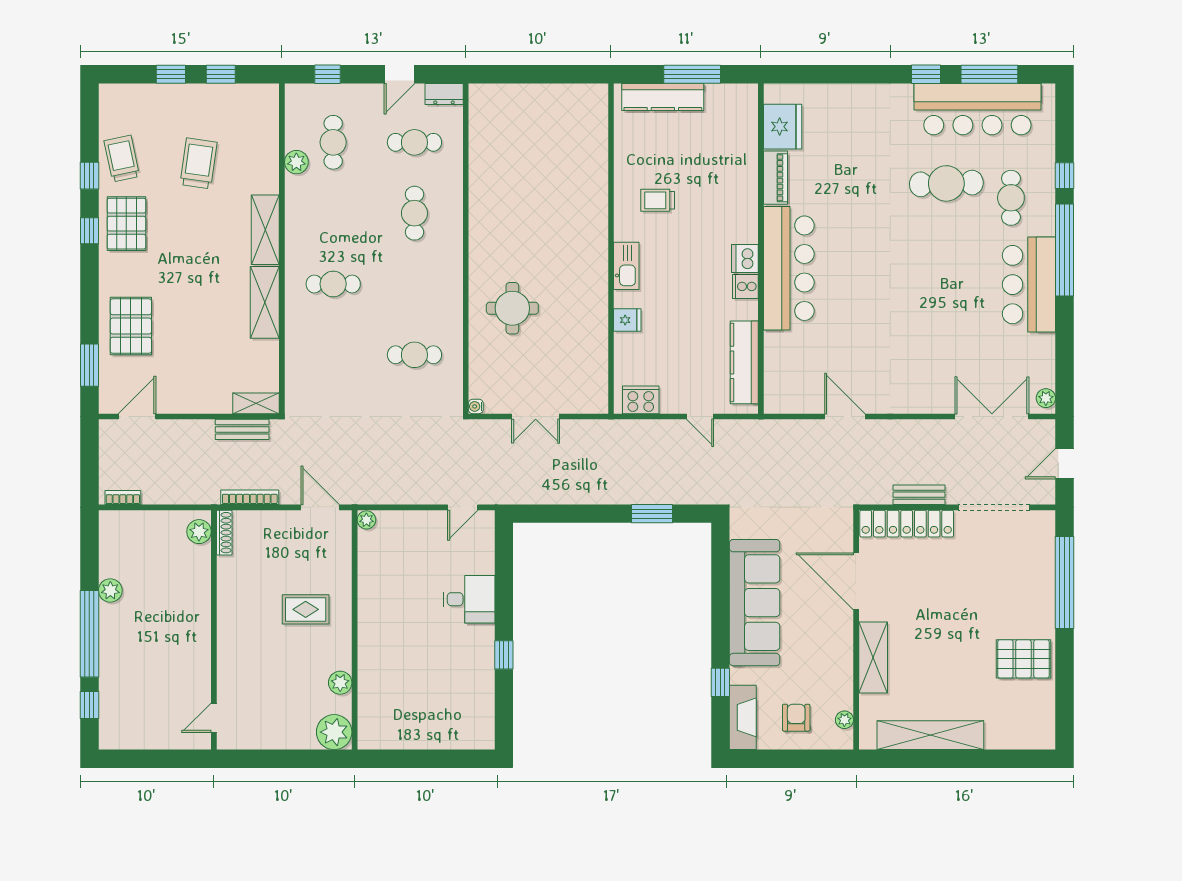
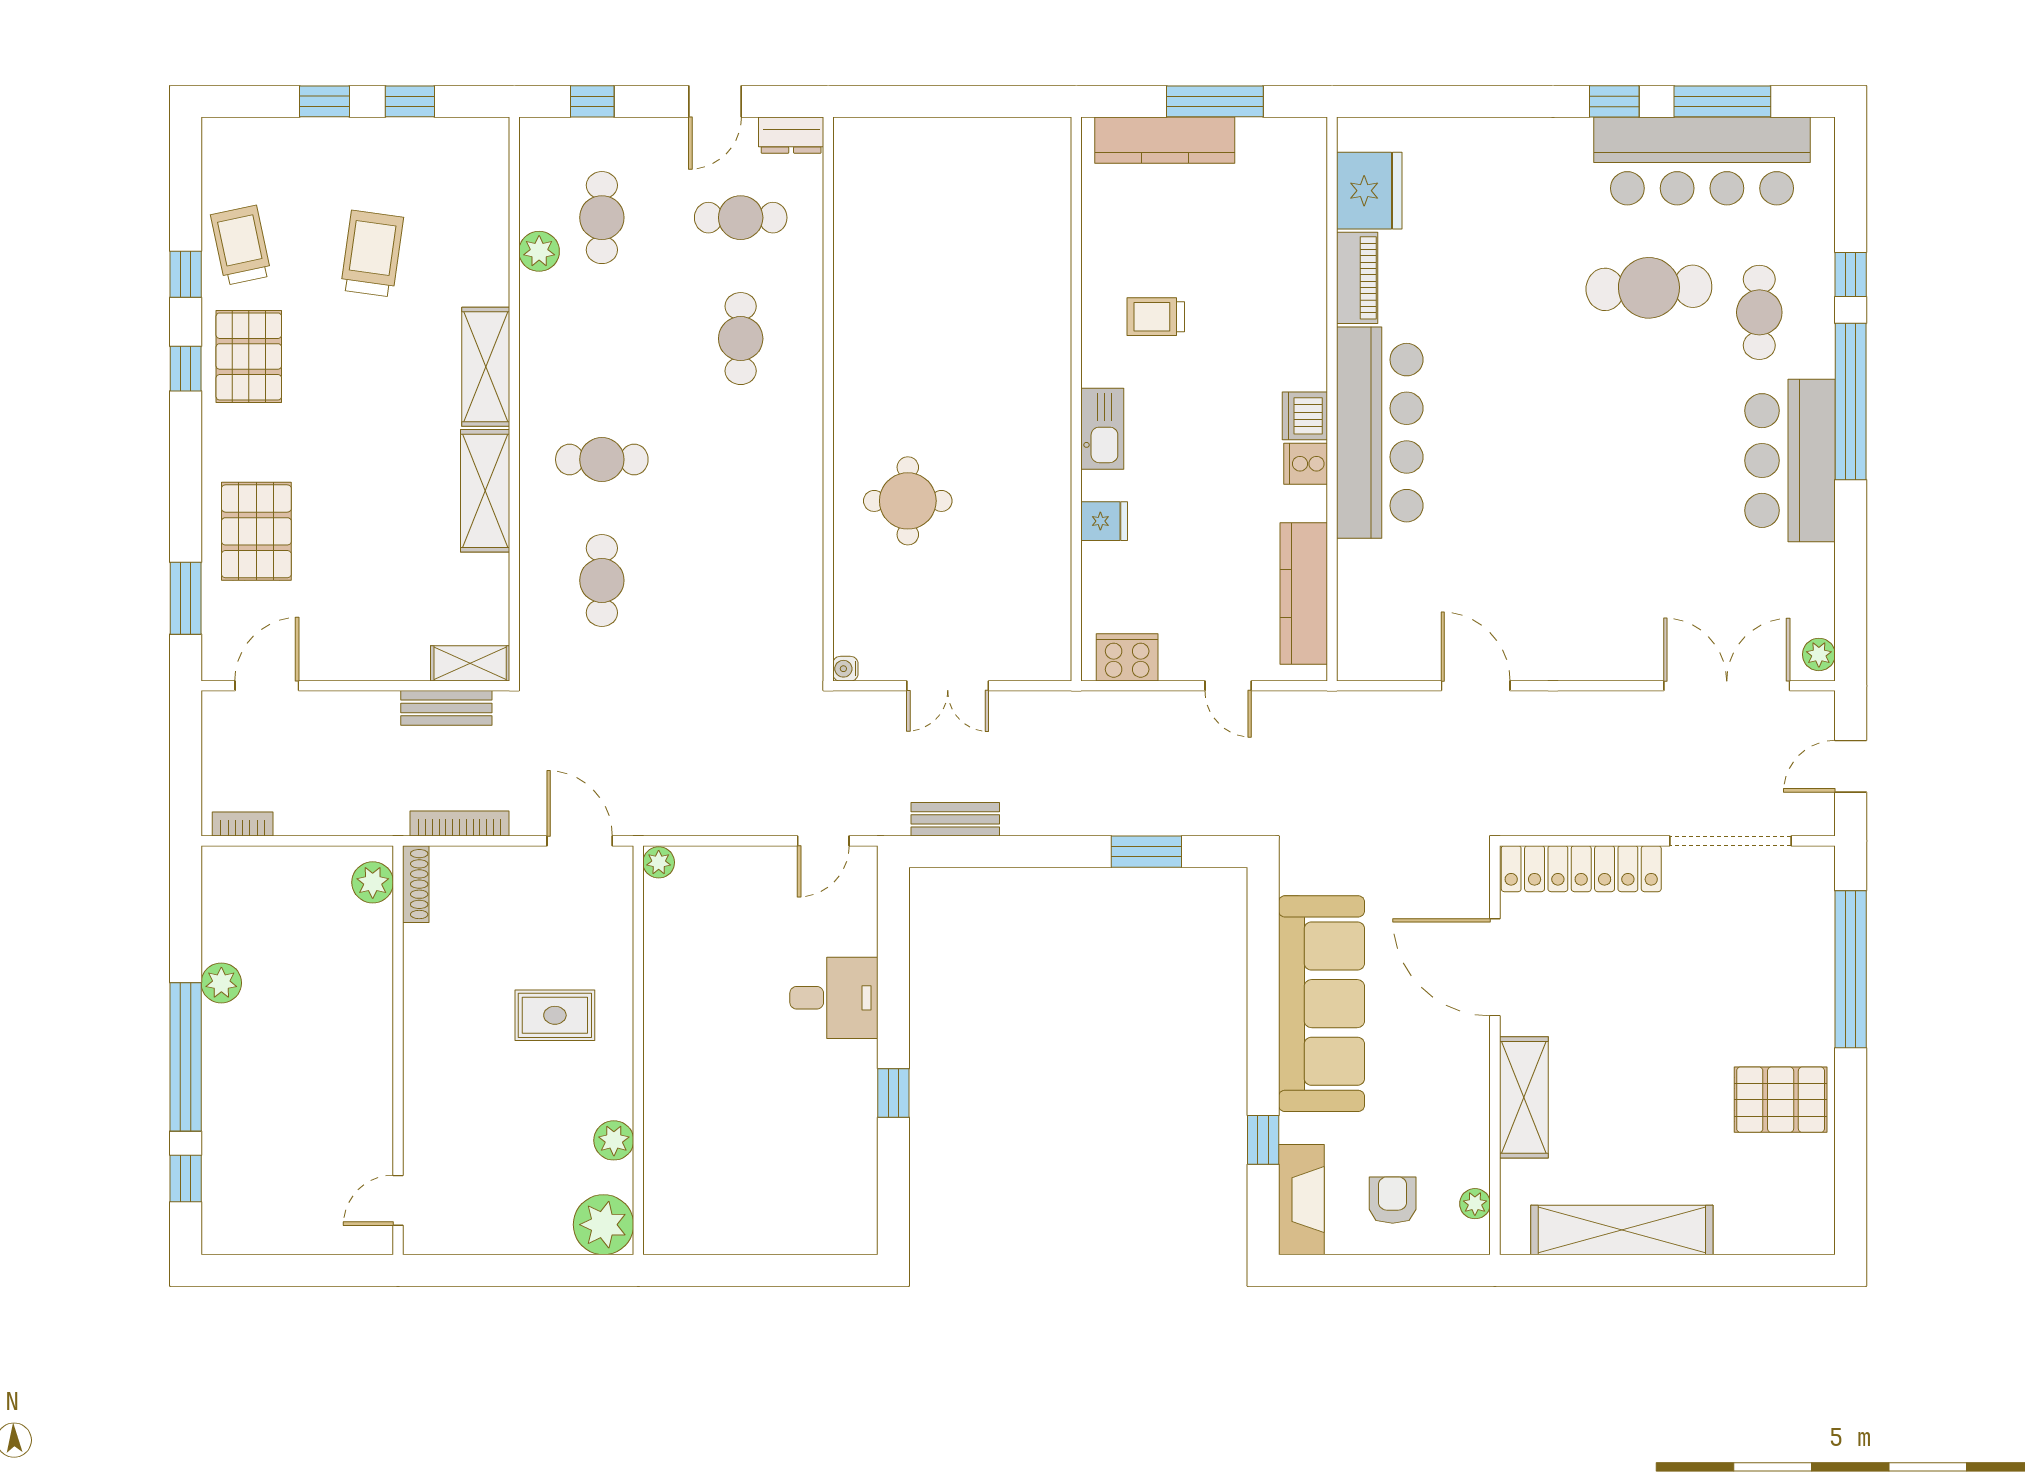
cafe table: (414, 355) -> (602, 580), moved, turned 90
bench: (919, 495) -> (955, 819), moved

